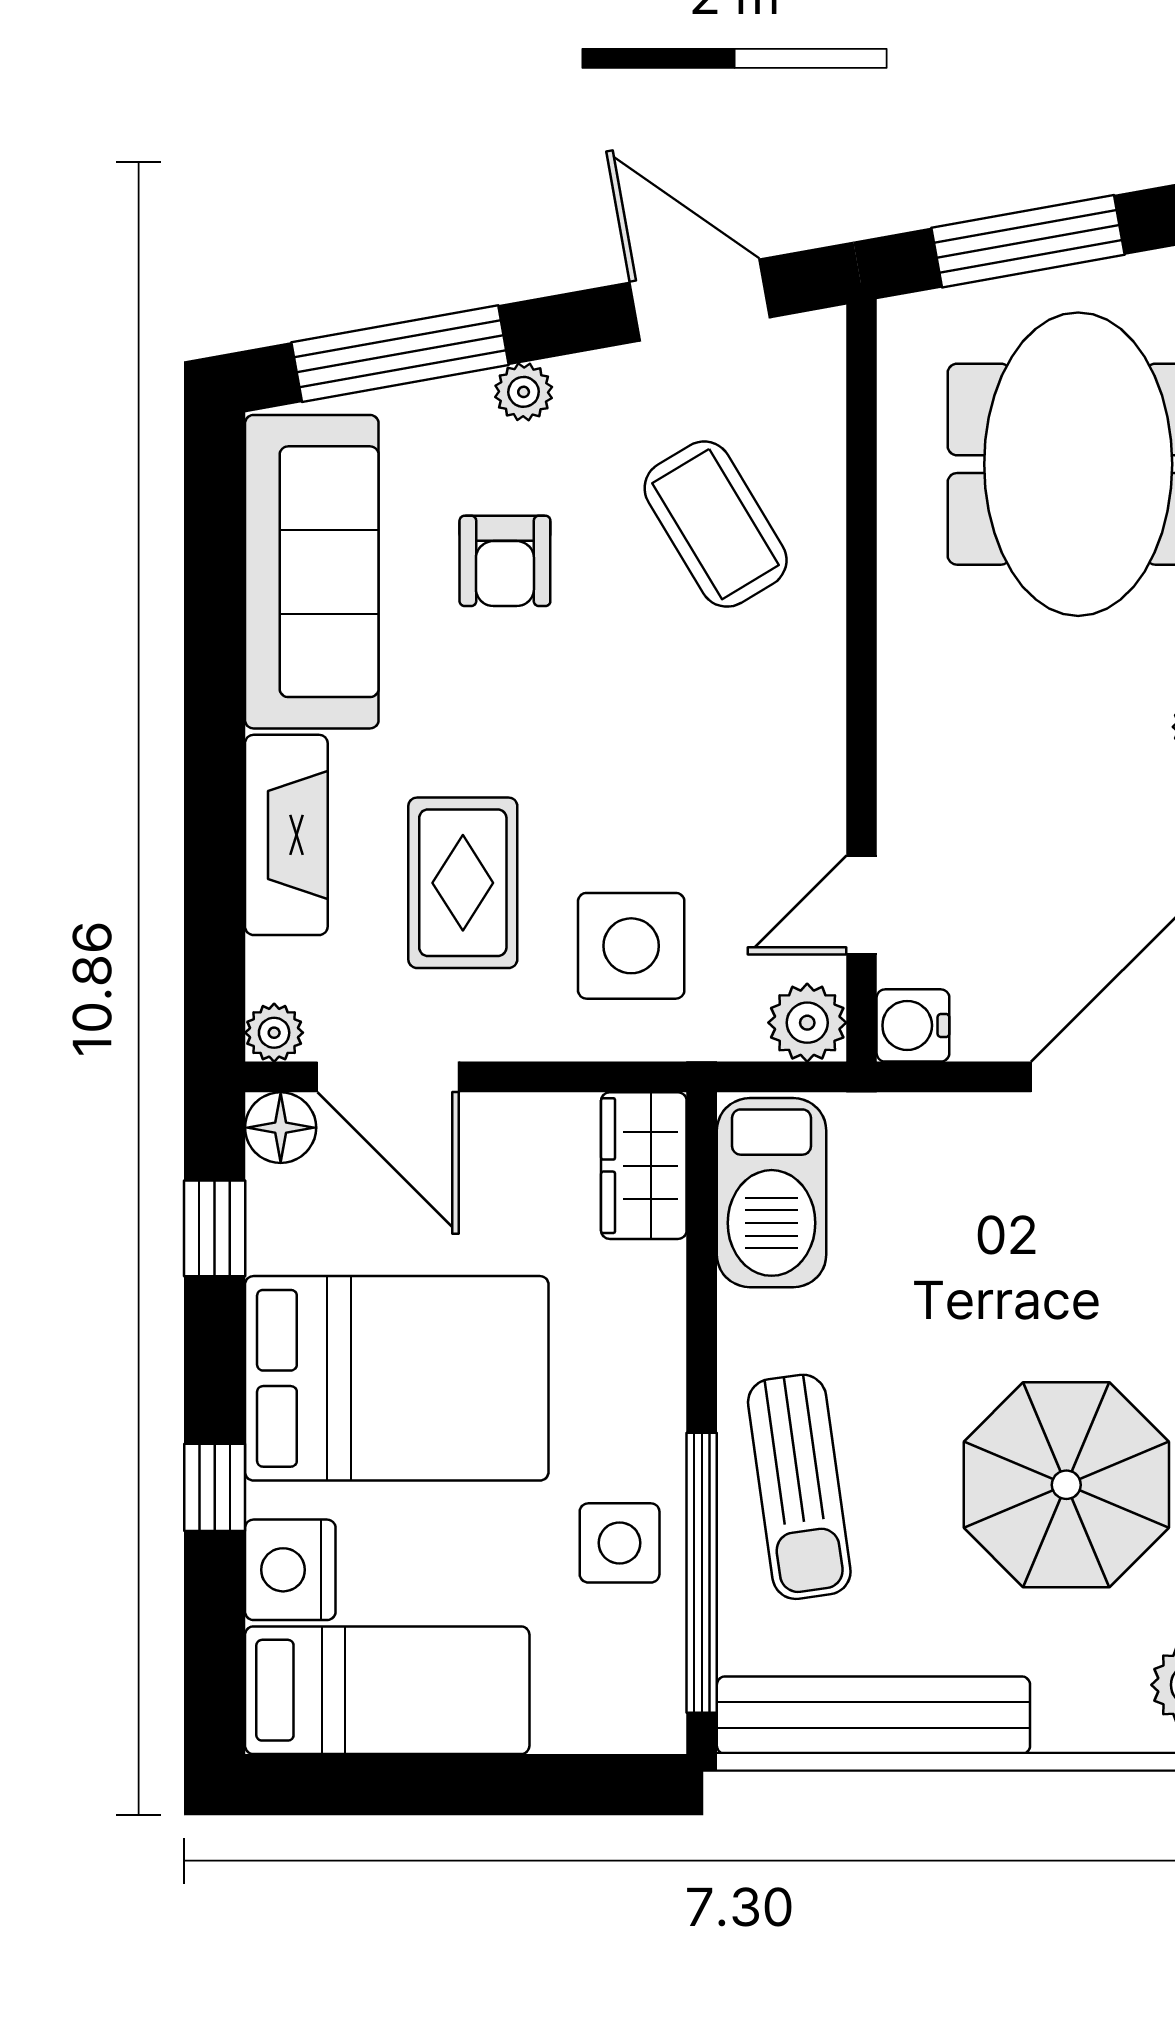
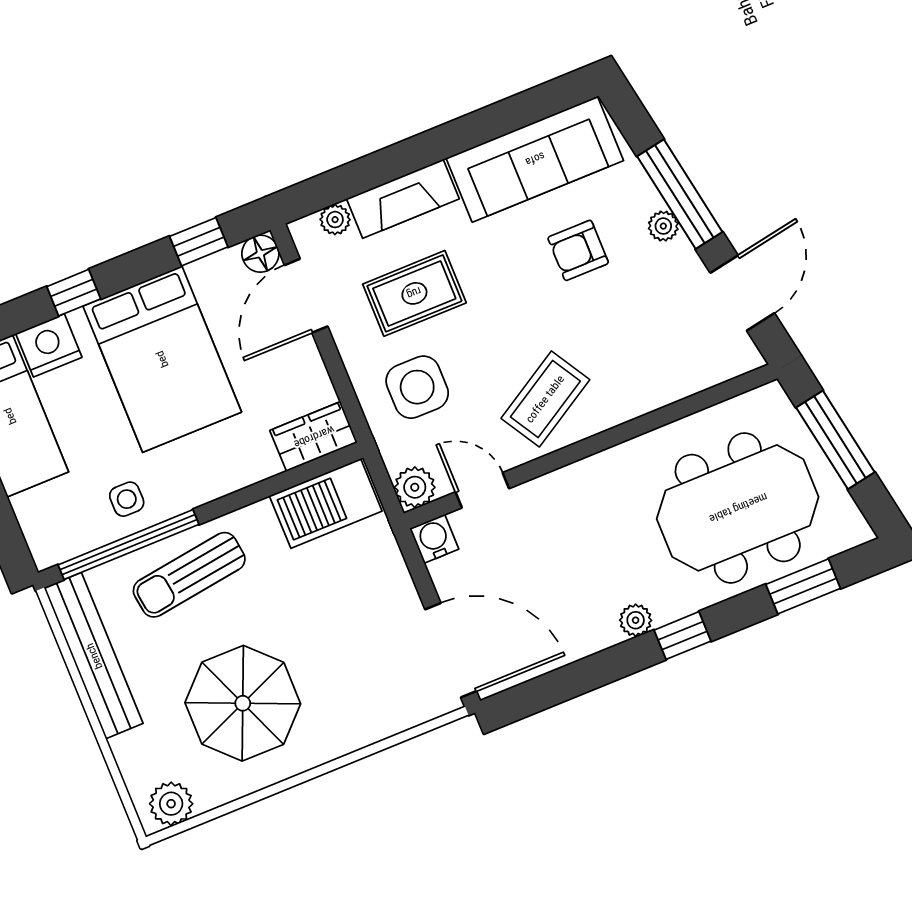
window: (400, 354) -> (680, 194), moved
coffee table: (716, 524) -> (545, 399), moved
plant: (274, 1033) -> (335, 220), moved
side table: (620, 1543) -> (127, 499), width x0.73, depth x0.73

